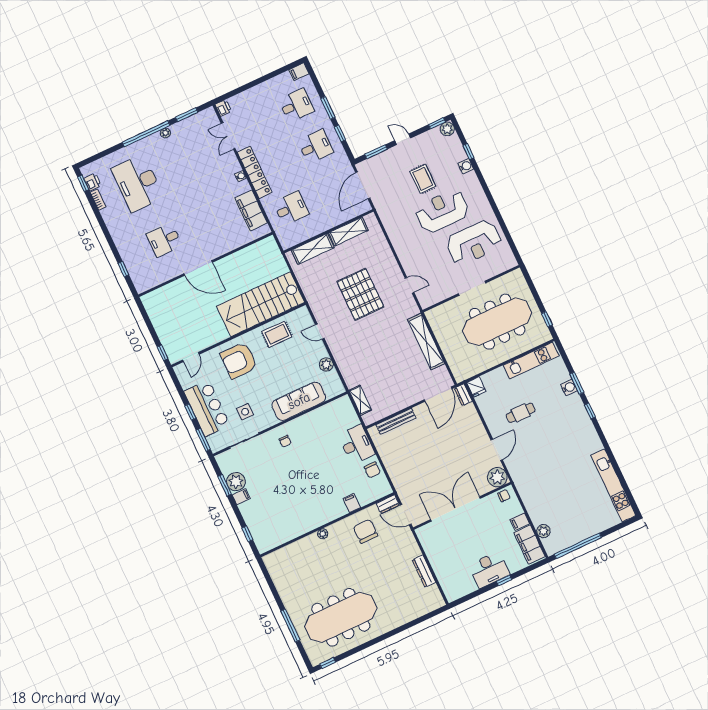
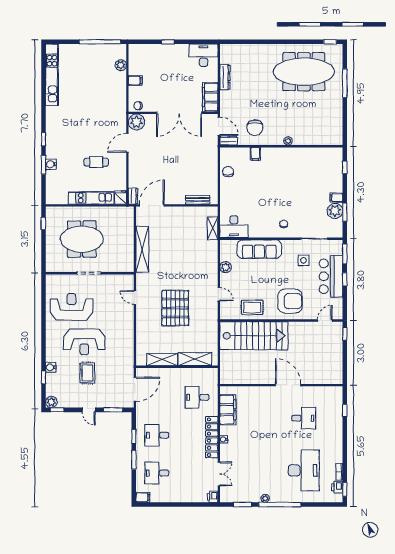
meeting table: (497, 322) -> (82, 239), width x0.73
kitchen unit: (531, 361) -> (91, 198), moved
bench: (396, 421) -> (198, 200), width x0.73
desk: (357, 444) -> (234, 227), moved, turned -90
filing cabinet: (529, 545) -> (210, 97), moved, turned 180
desk: (489, 570) -> (203, 55), moved

